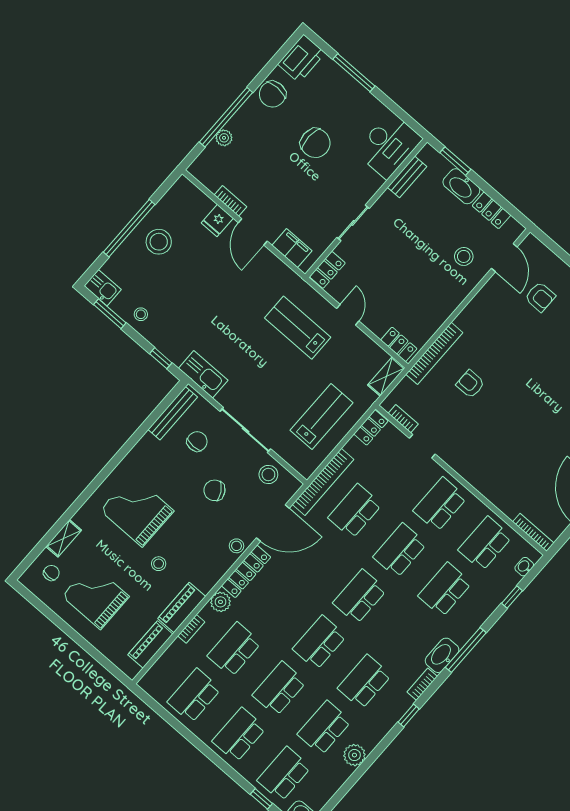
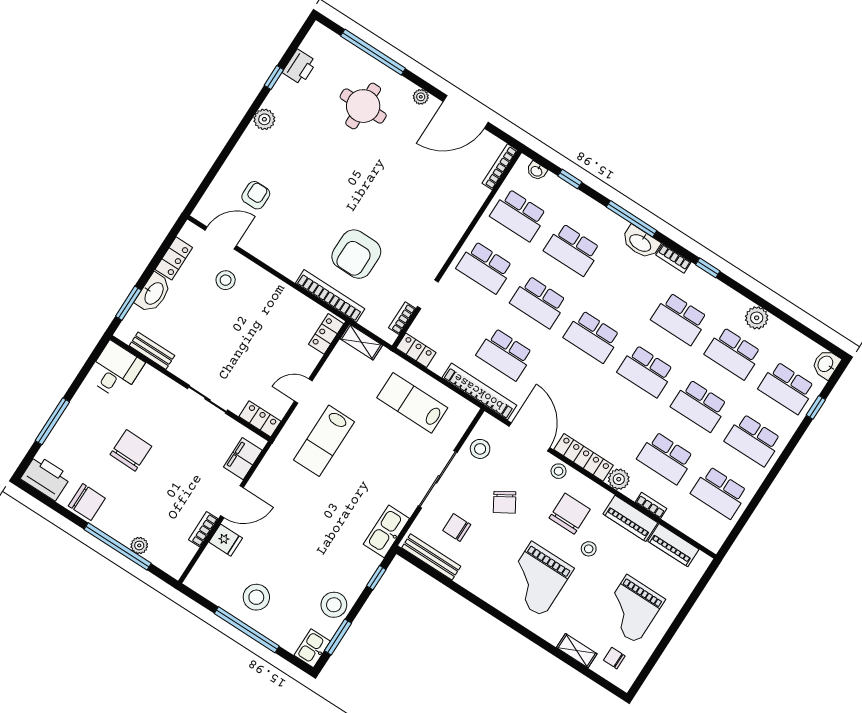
desk: (389, 145) -> (115, 370), width x0.73
stool: (141, 314) -> (334, 605), width x1.89, depth x1.89
armchair: (470, 384) -> (356, 254), width x1.88, depth x1.88
chair: (195, 551) -> (570, 514), added

